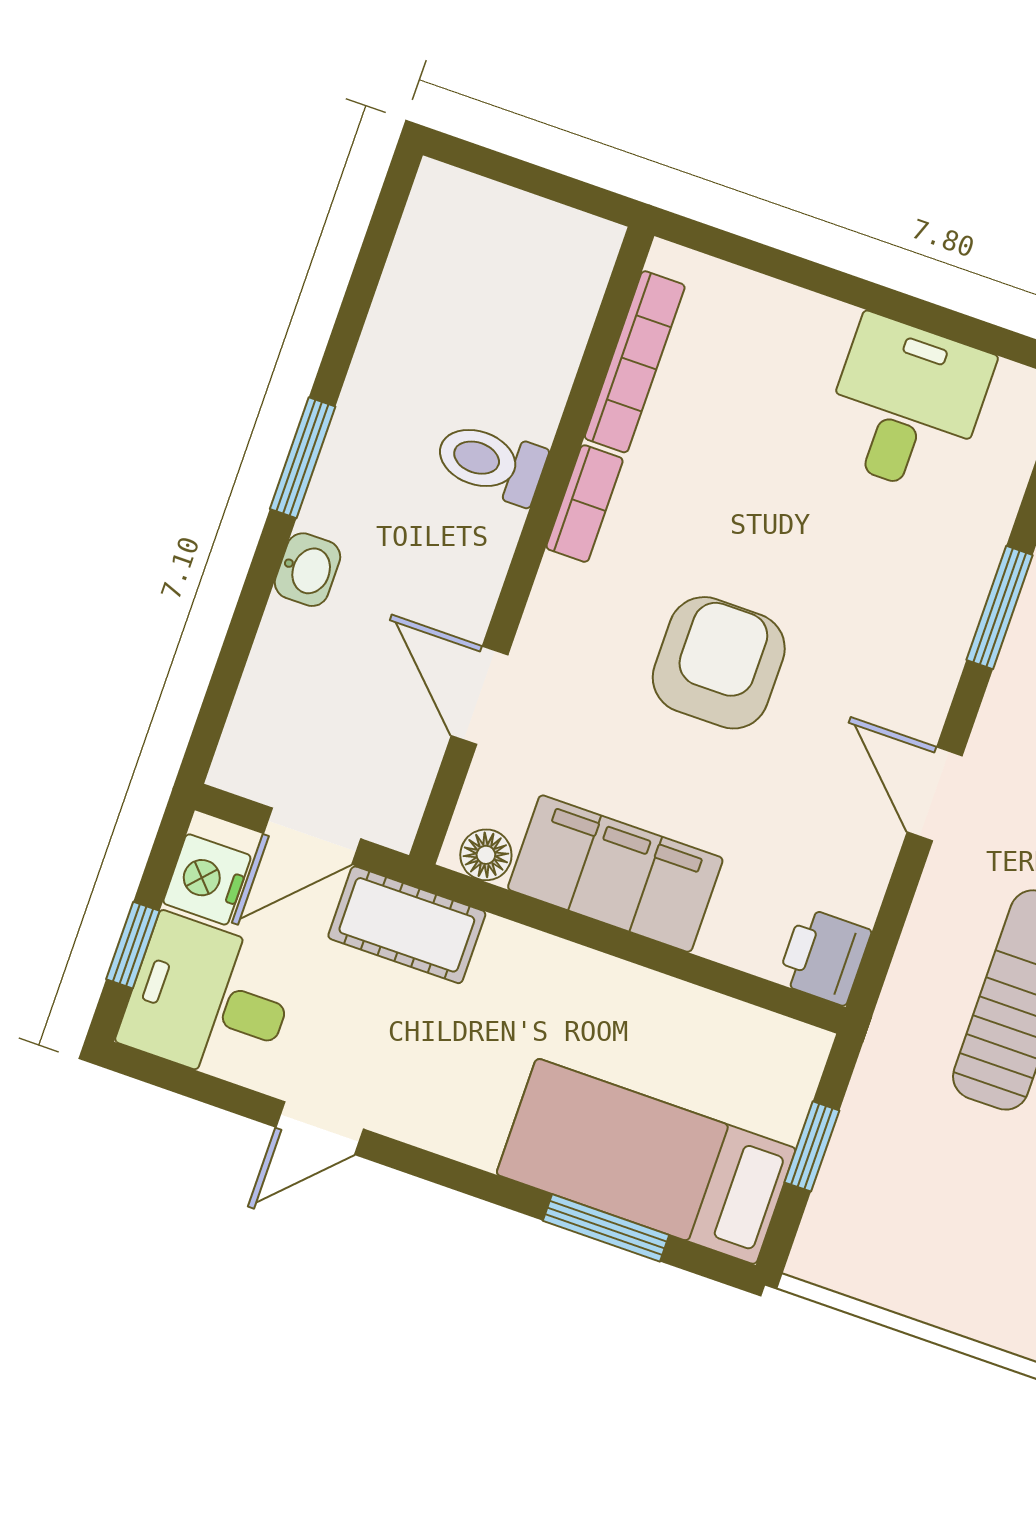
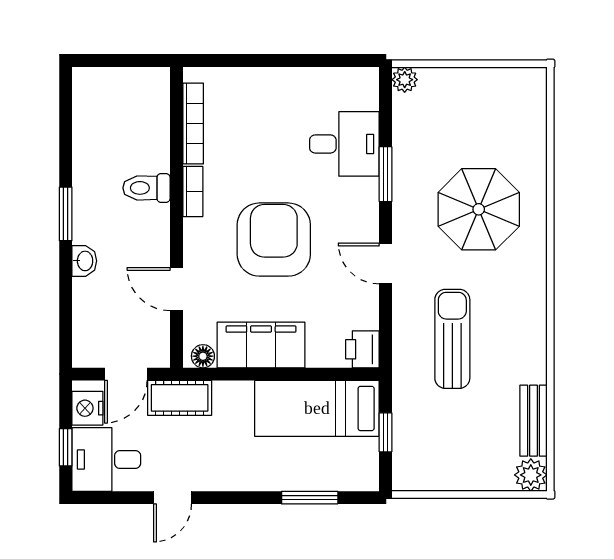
desk: (906, 405) -> (344, 144), moved, turned 90
armchair: (719, 663) -> (274, 240), width x1.36, depth x1.36
bed: (646, 1161) -> (317, 408), moved

